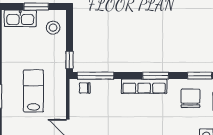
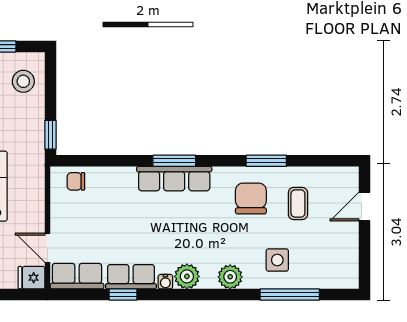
window: (96, 76) -> (94, 161), removed
window: (156, 76) -> (174, 161), moved

